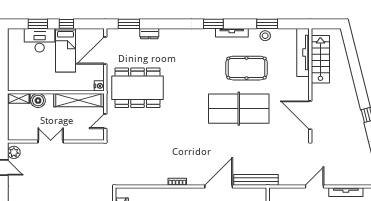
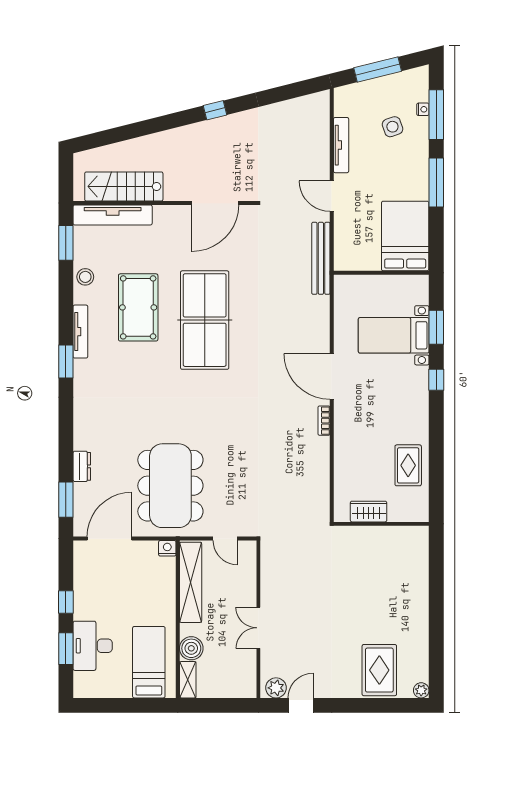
window: (267, 24) -> (66, 243), moved
bed: (65, 50) -> (149, 662), moved, turned -90
door: (105, 51) -> (109, 539), swing flipped
bench: (256, 180) -> (321, 258), moved
door: (219, 186) -> (332, 377), moved

